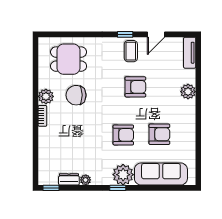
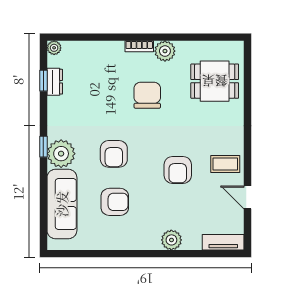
window: (125, 34) -> (248, 156), removed
dining table: (69, 59) -> (215, 81), turned 90
chair: (76, 95) -> (147, 95), moved
armchair: (159, 134) -> (115, 202), turned -90
plant: (86, 180) -> (54, 48), moved
window: (51, 188) -> (43, 81), moved

